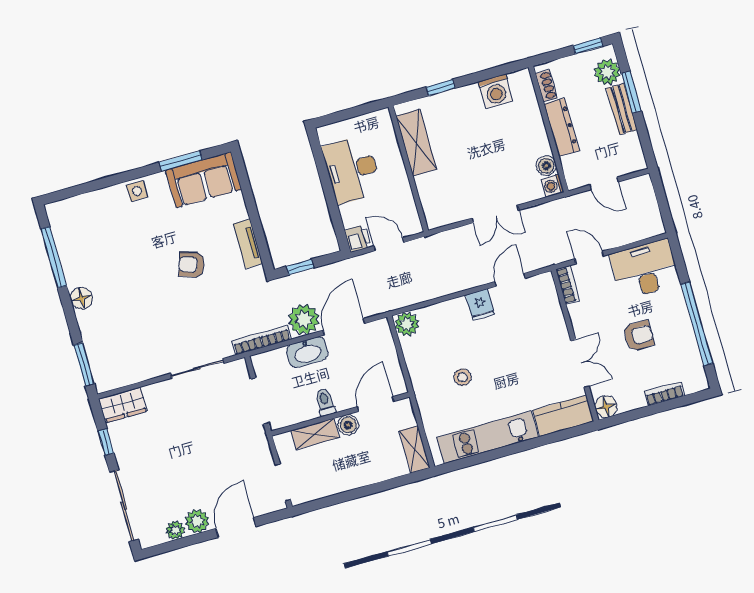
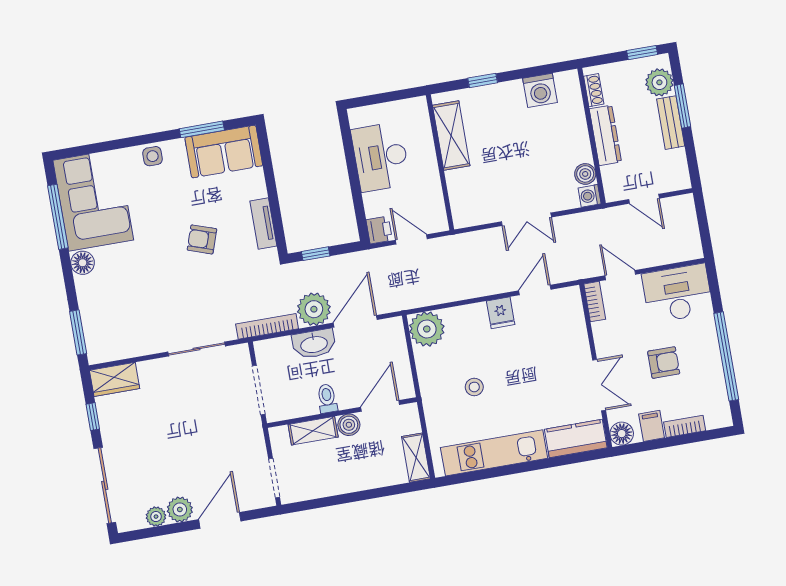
corner sofa: (85, 238) -> (93, 200), added
plant: (407, 324) -> (427, 329), width x1.36, depth x1.36
filing cabinet: (633, 396) -> (652, 426), added

